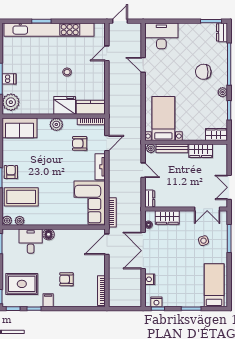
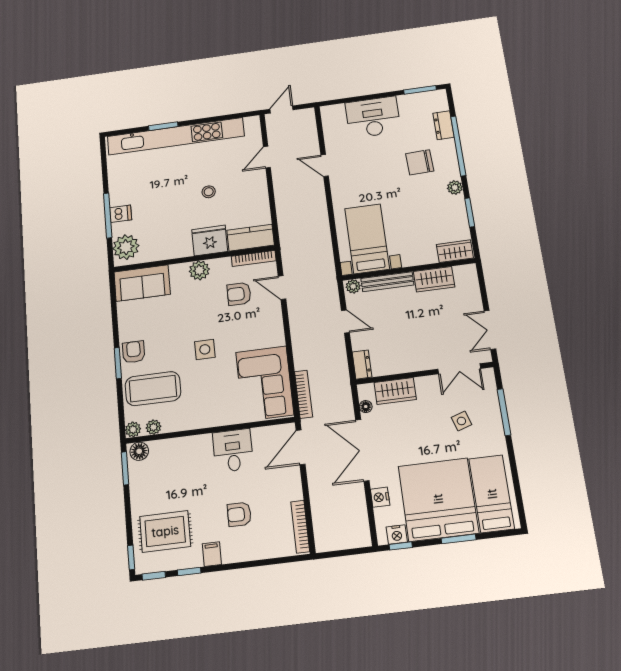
dresser: (222, 32) -> (443, 125), moved
desk: (161, 36) -> (373, 117), moved
door: (107, 143) -> (282, 288), swing flipped
tv unit: (100, 167) -> (275, 325), removed
side table: (55, 176) -> (205, 349), added
floor lamp: (49, 234) -> (139, 451), moved
desk: (31, 241) -> (233, 450), moved
bed: (183, 285) -> (438, 499), added

